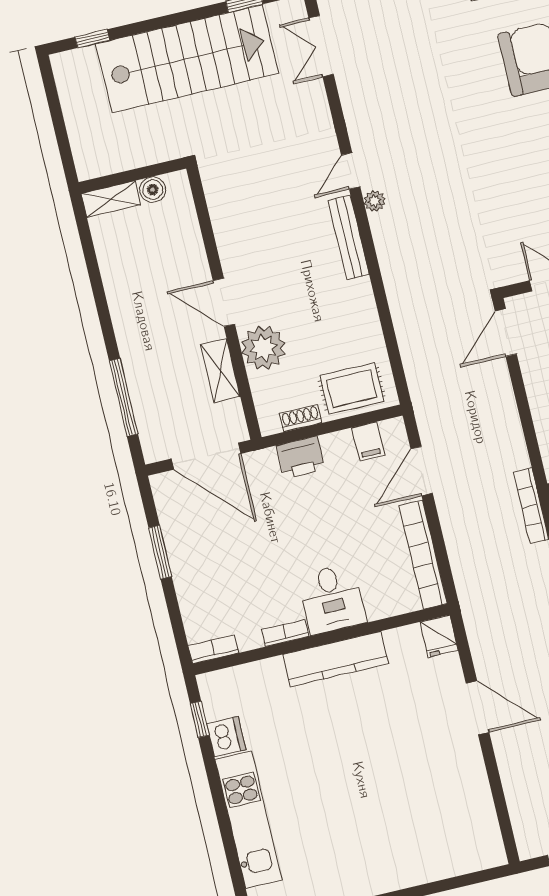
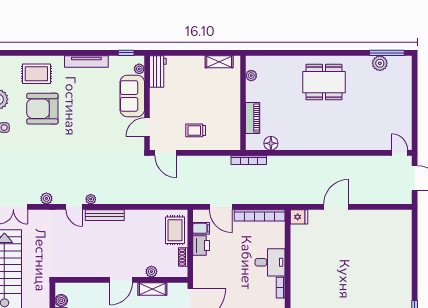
plant: (355, 110) -> (46, 198), added
plant: (263, 348) -> (151, 272), width x0.53, depth x0.53
printer: (301, 457) -> (201, 246), moved
kitchen counter: (336, 659) -> (298, 267), removed

